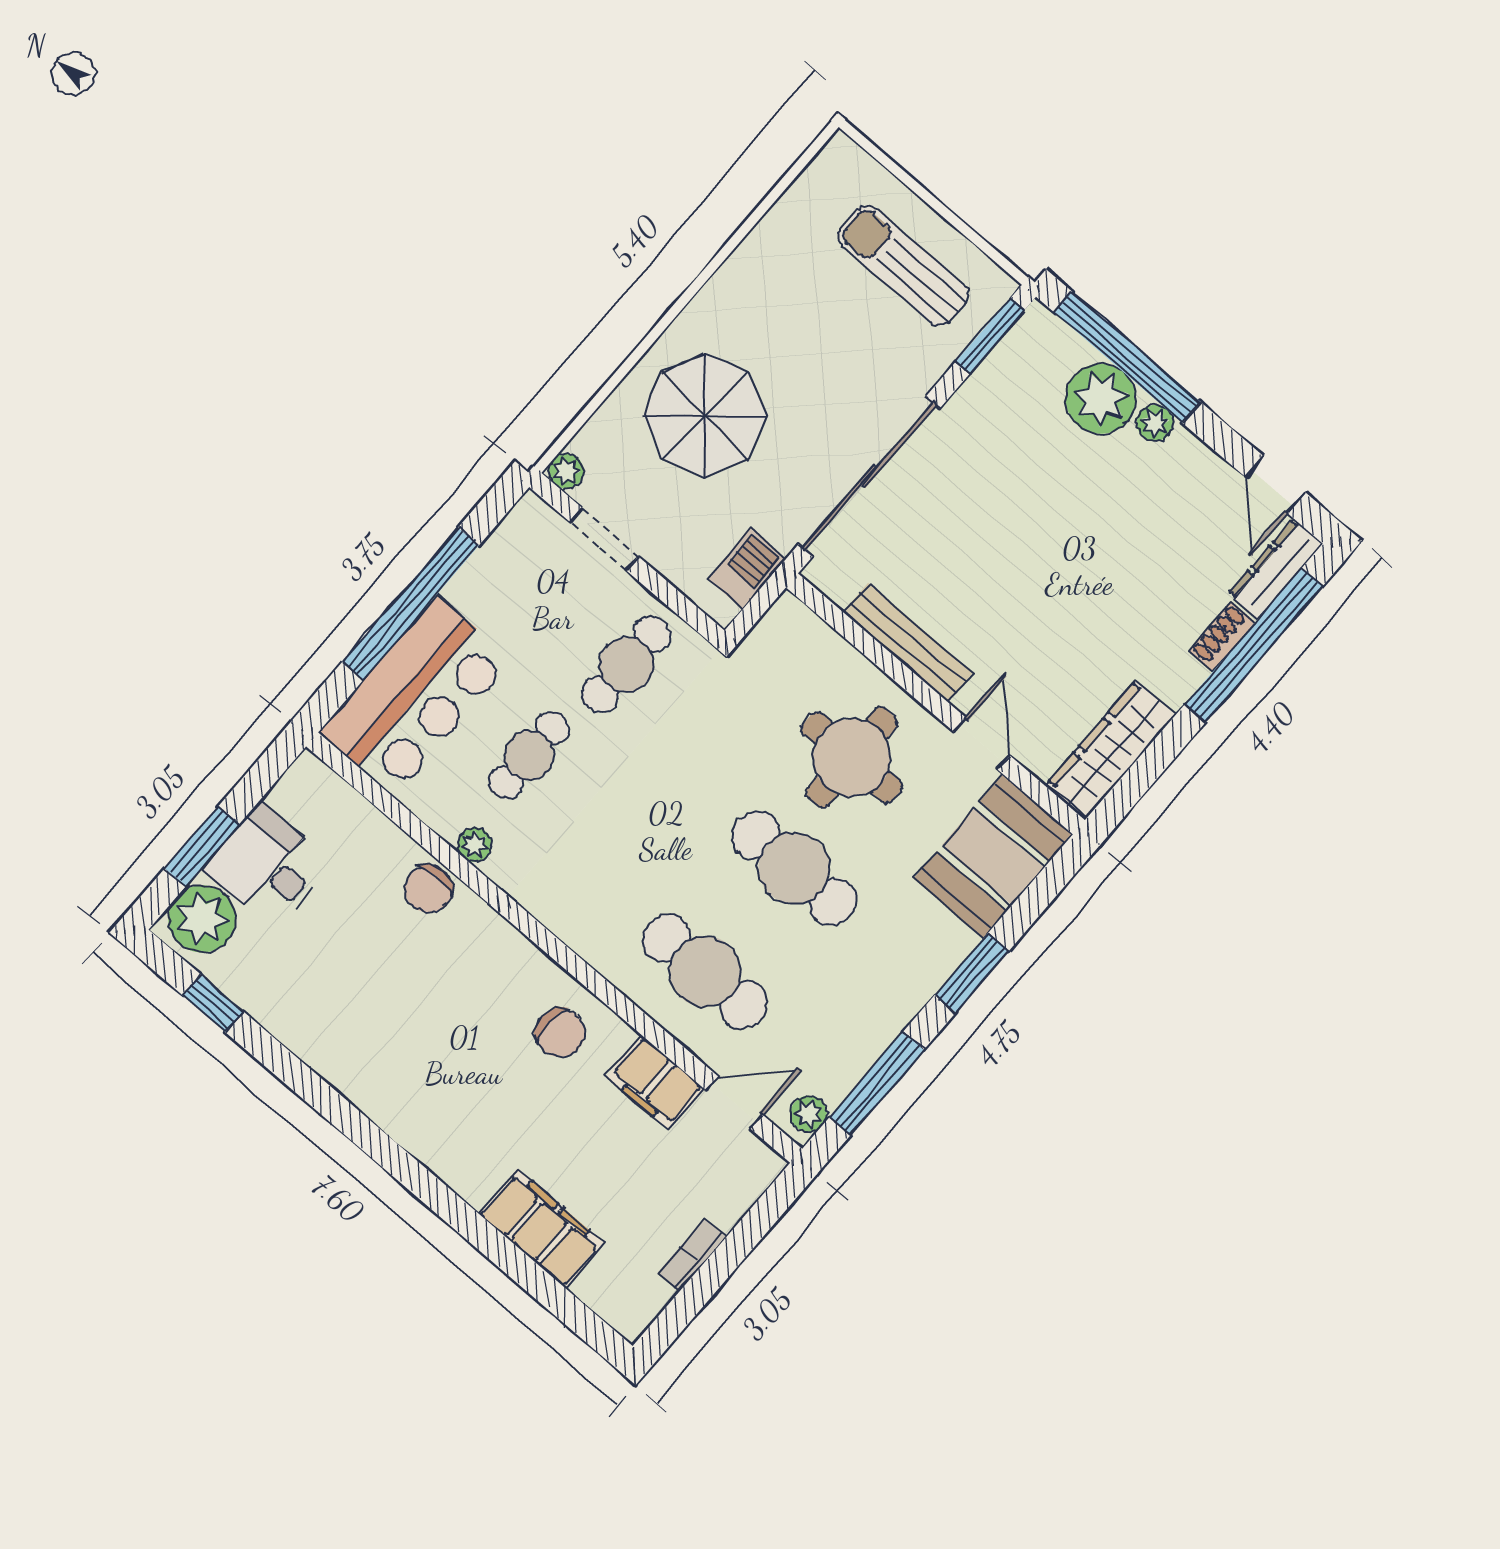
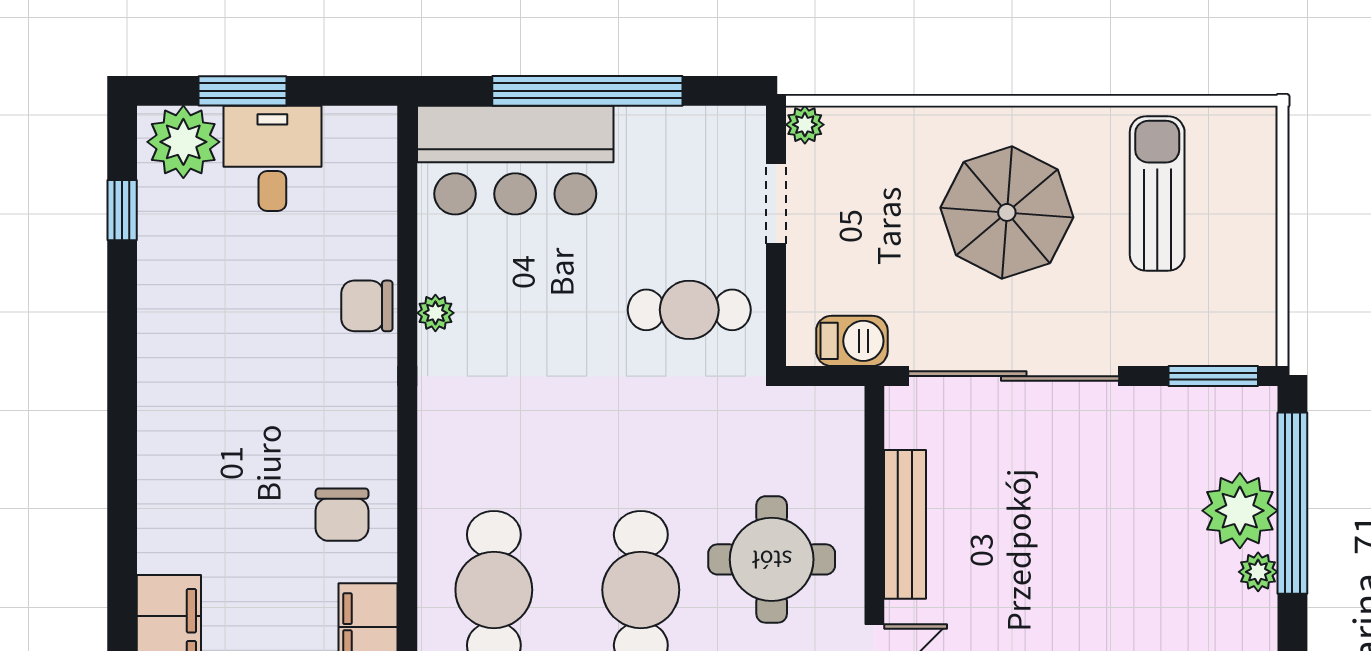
sun lounger: (903, 266) -> (1157, 193), moved
parasol: (705, 415) -> (1007, 212), moved
cafe table: (529, 755) -> (547, 294), removed

